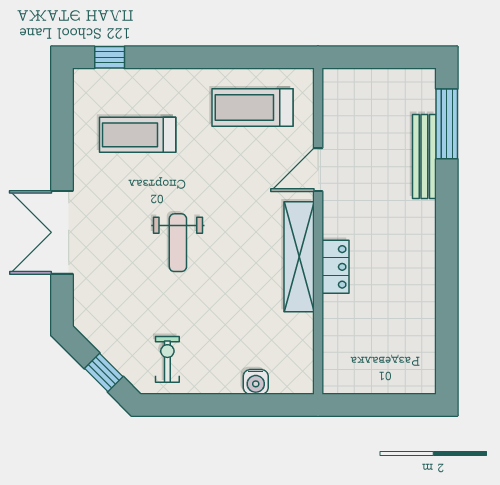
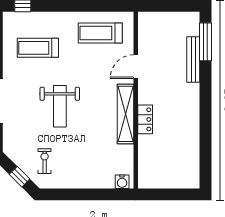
weight bench: (178, 243) -> (60, 106), width x1.36, depth x1.33
exercise bike: (167, 359) -> (45, 161), moved
water cooler: (256, 382) -> (122, 182), moved

